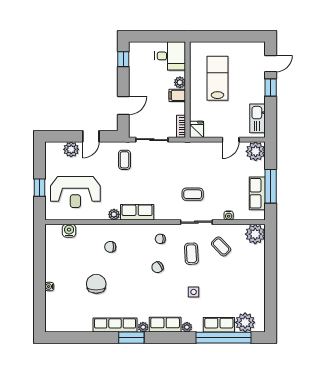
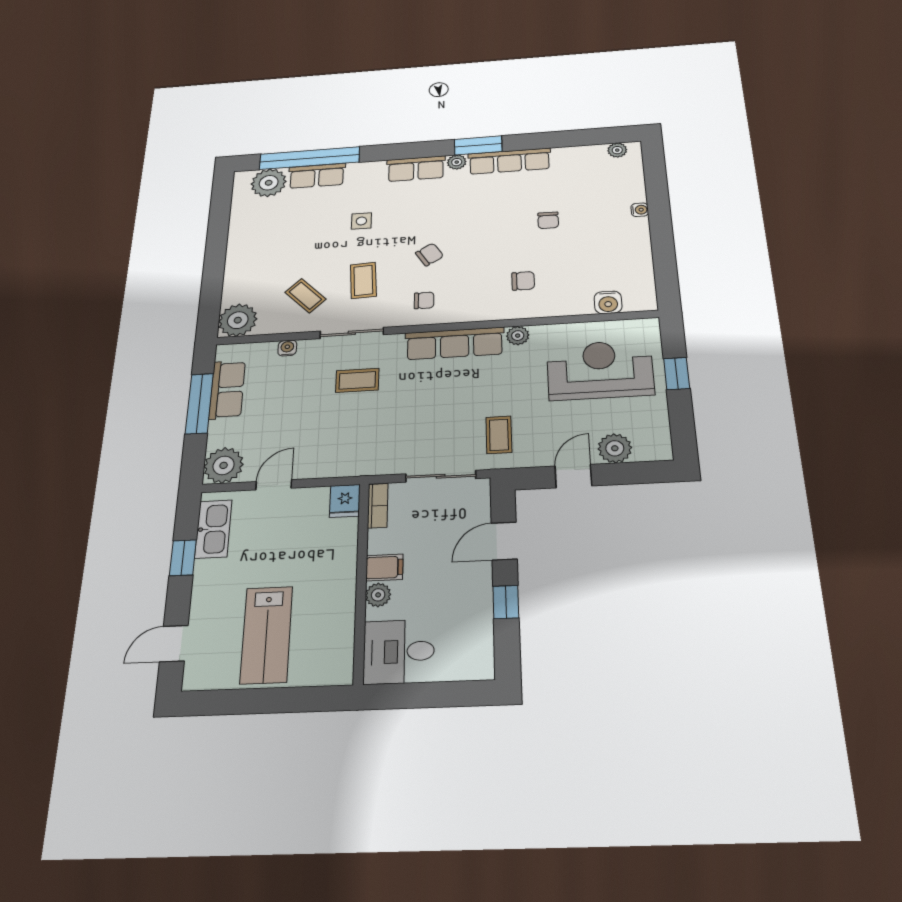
window: (123, 59) -> (506, 602), moved
lab bench: (217, 78) -> (267, 635), moved
window: (271, 88) -> (183, 558), moved
row of seats: (137, 212) -> (455, 343), width x1.48
chair: (96, 284) -> (548, 220), width x0.54, depth x0.54
plant: (187, 327) -> (617, 150), moved

